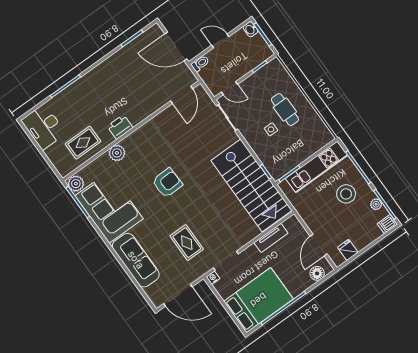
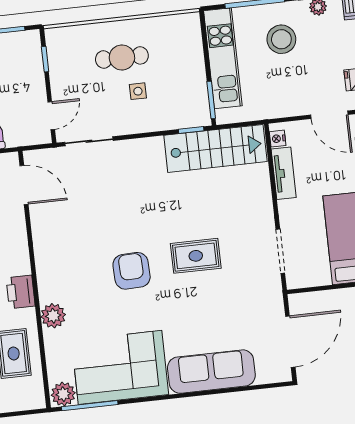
stairs: (251, 185) -> (215, 148), width x0.73, depth x0.66
rug: (187, 243) -> (196, 256), moved
nightstand: (213, 278) -> (278, 139), moved

